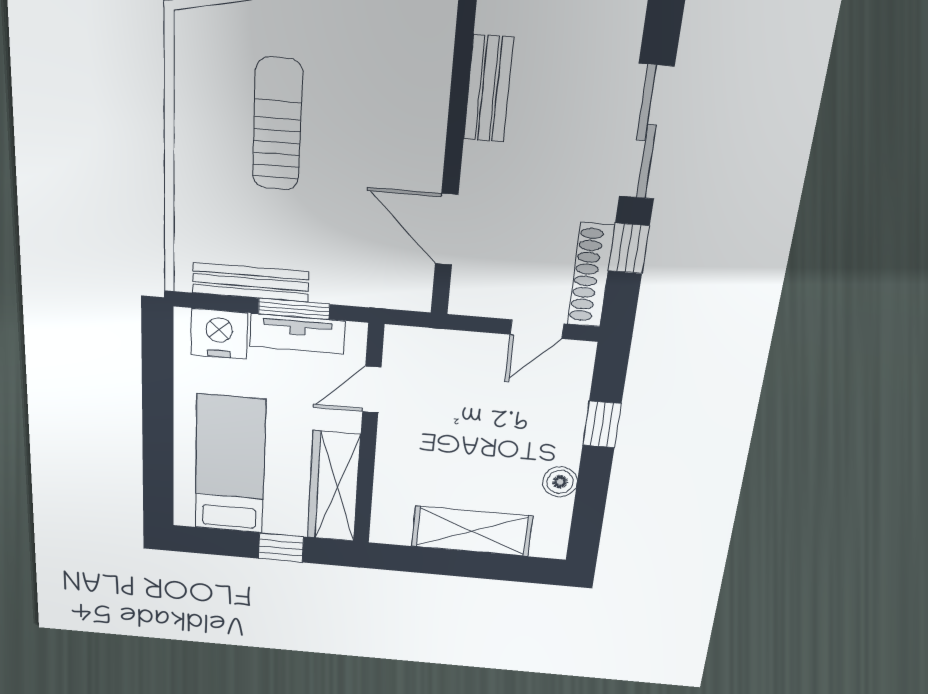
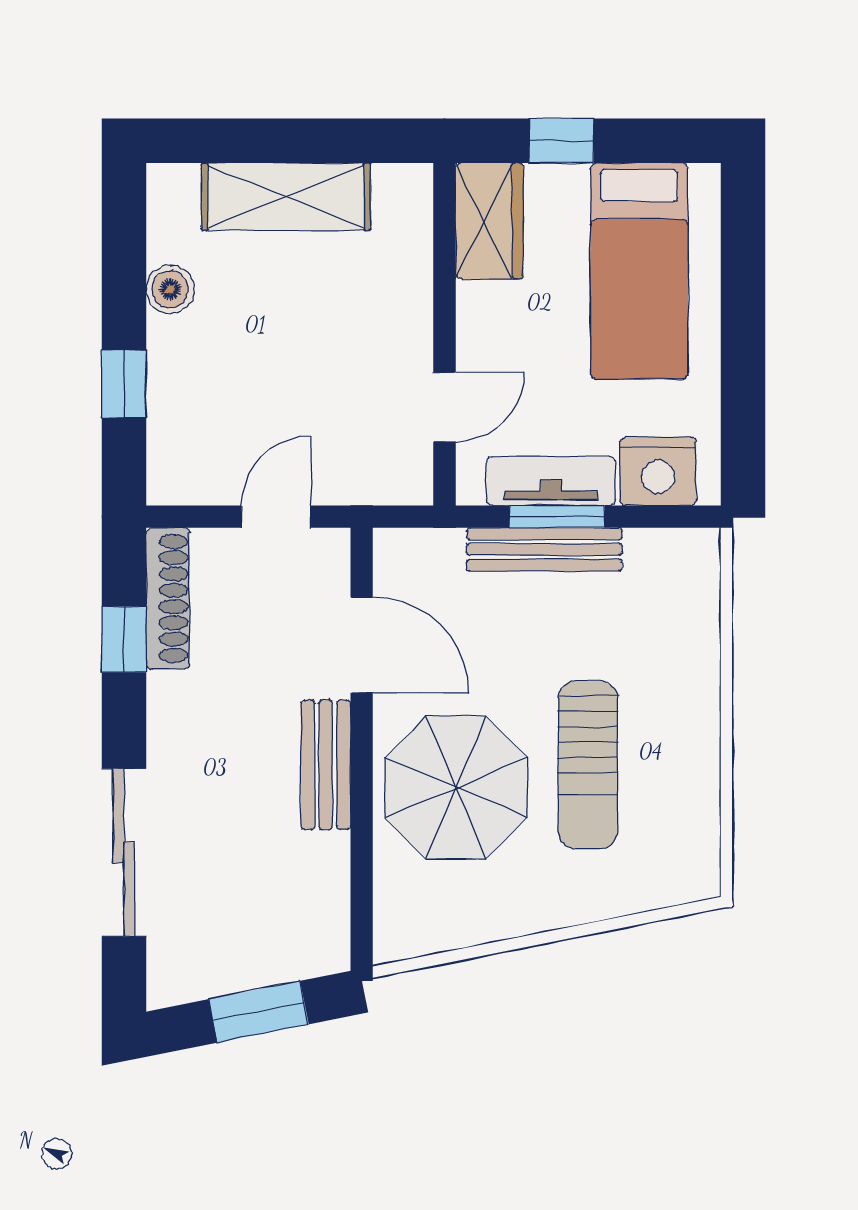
bench: (488, 89) -> (326, 765), moved
parasol: (382, 115) -> (456, 787), added
sliding door: (646, 132) -> (124, 853), moved
bench: (250, 282) -> (544, 549), moved
door: (537, 329) -> (276, 517), moved
wardrobe: (334, 487) -> (489, 221), width x0.67

